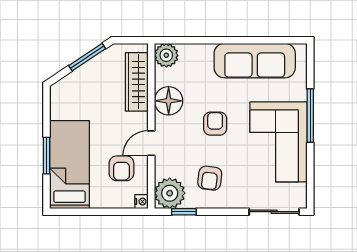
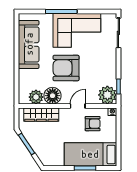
plant: (166, 55) -> (36, 97), moved
armchair: (215, 124) -> (66, 68), width x1.88, depth x1.88
door: (151, 143) -> (78, 106), swing flipped
armchair: (210, 178) -> (98, 71), removed

